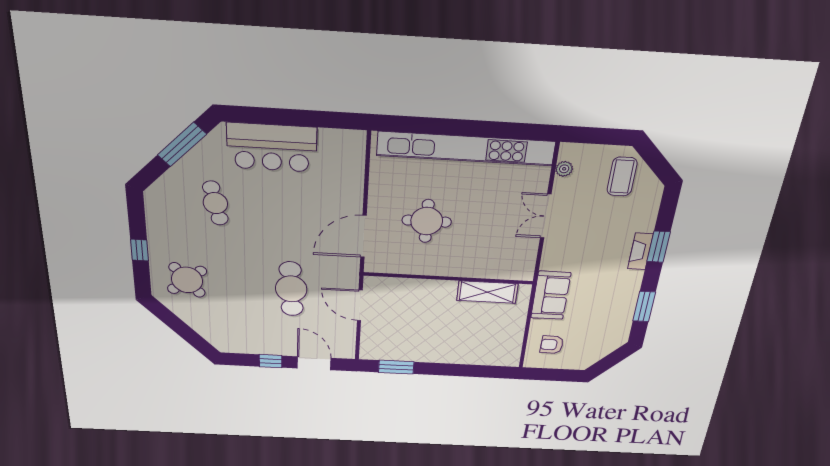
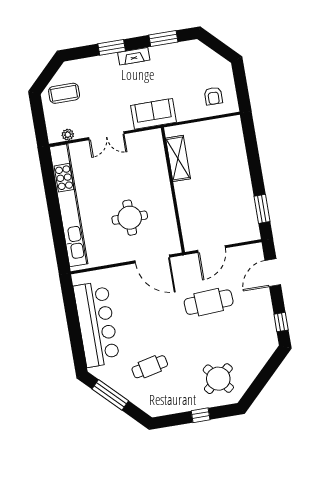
bar counter: (272, 148) -> (97, 324), width x1.36
fireplace: (640, 251) -> (134, 56), moved
sofa: (551, 295) -> (153, 114), moved
window: (271, 361) -> (281, 322), moved

